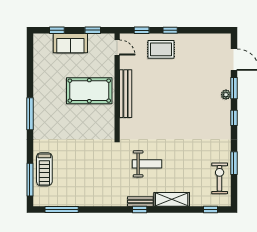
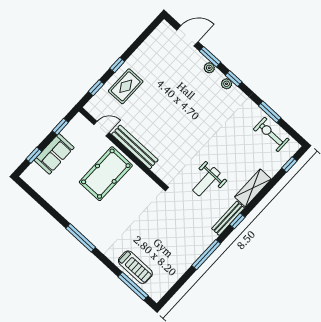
door: (117, 47) -> (101, 129), moved
plant: (226, 116) -> (227, 84), added
weight bench: (147, 164) -> (206, 182), turned 180
bench: (140, 201) -> (228, 218), width x1.36
window: (62, 209) -> (206, 255), moved

